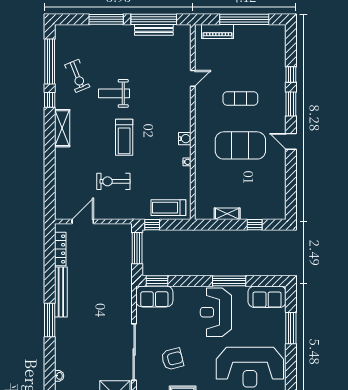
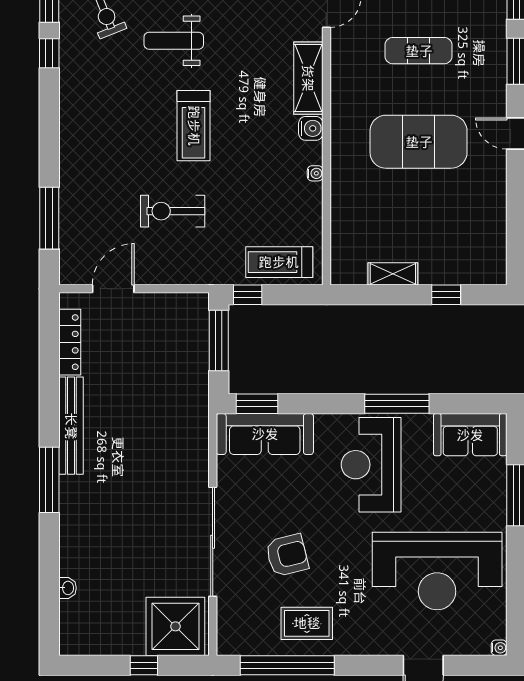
shelving: (62, 128) -> (308, 78), moved
window: (50, 185) -> (49, 218), added
sofa: (154, 296) -> (265, 434), width x1.36

